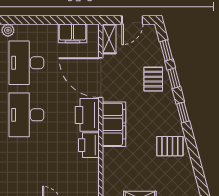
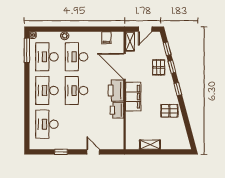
filing cabinet: (72, 33) -> (106, 38), width x0.50

